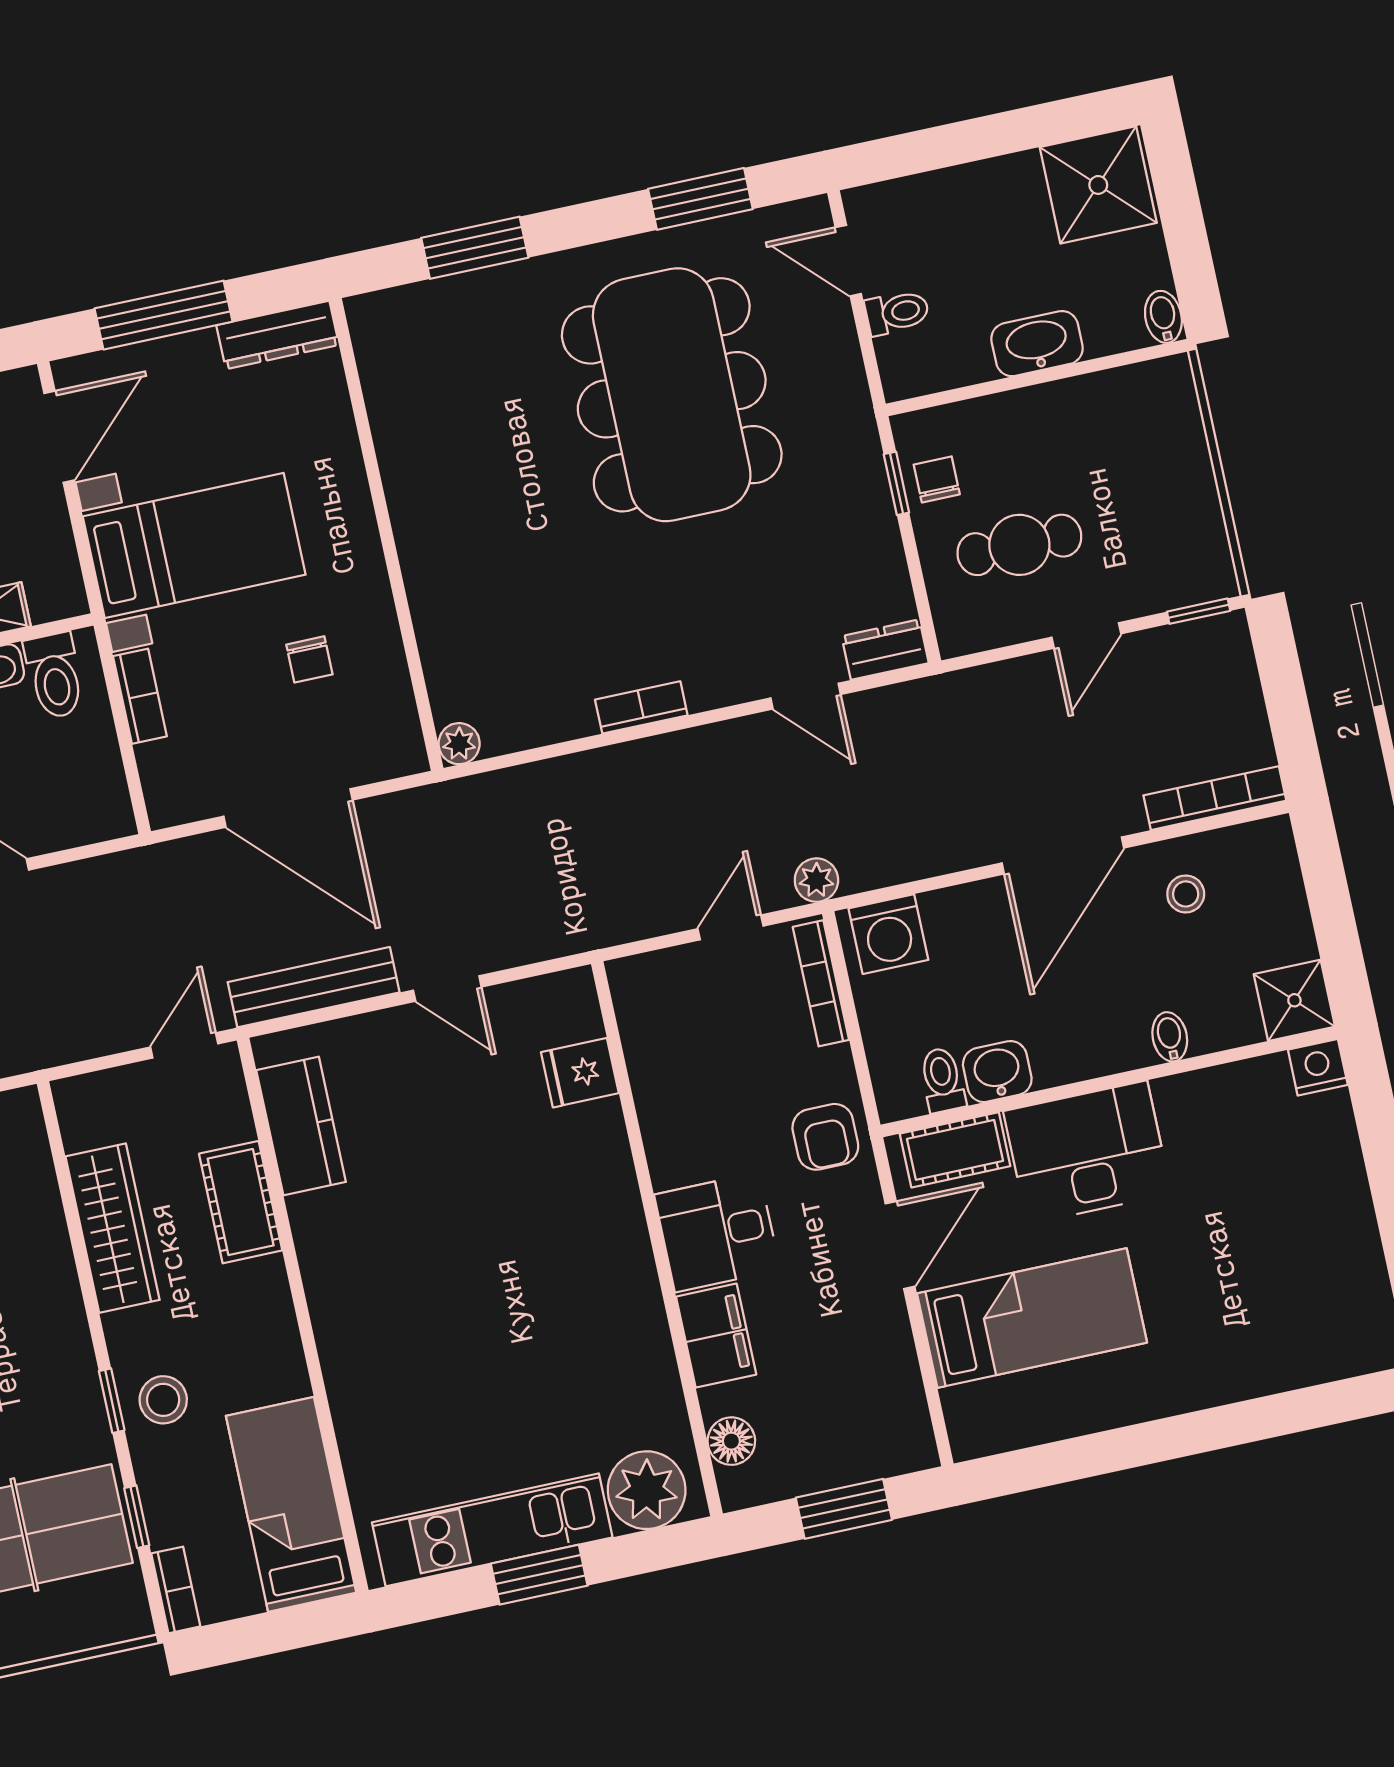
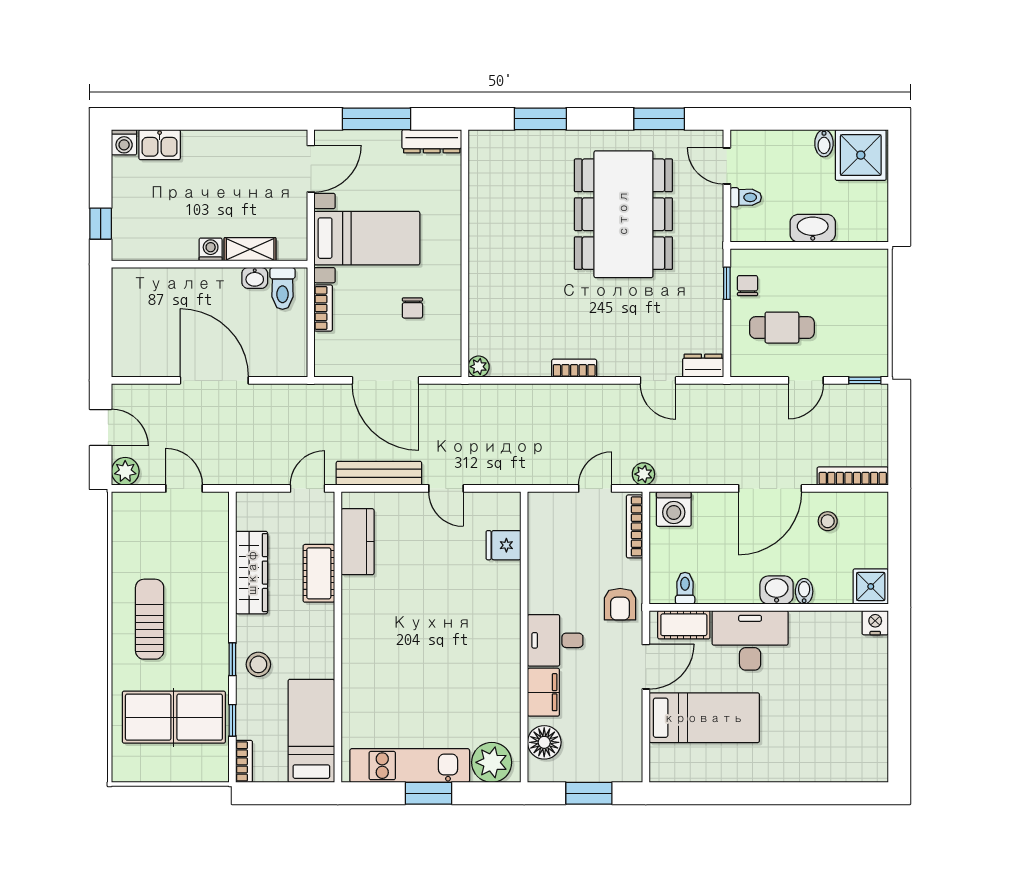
bidet: (1163, 317) -> (824, 143), moved, turned 180
washbasin: (997, 1072) -> (777, 590), moved
floor lamp: (731, 1441) -> (544, 742), width x1.38, depth x1.38

